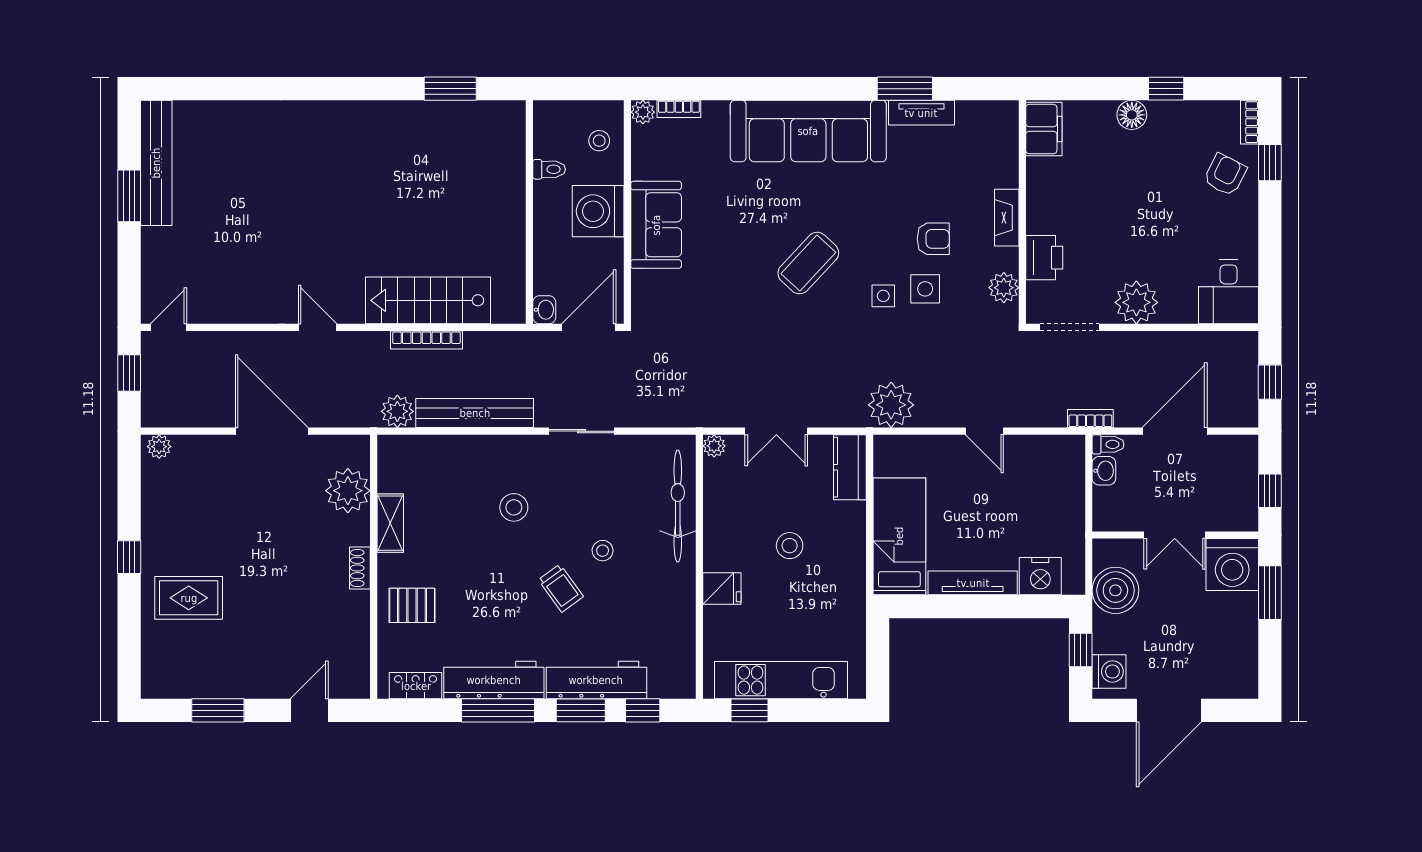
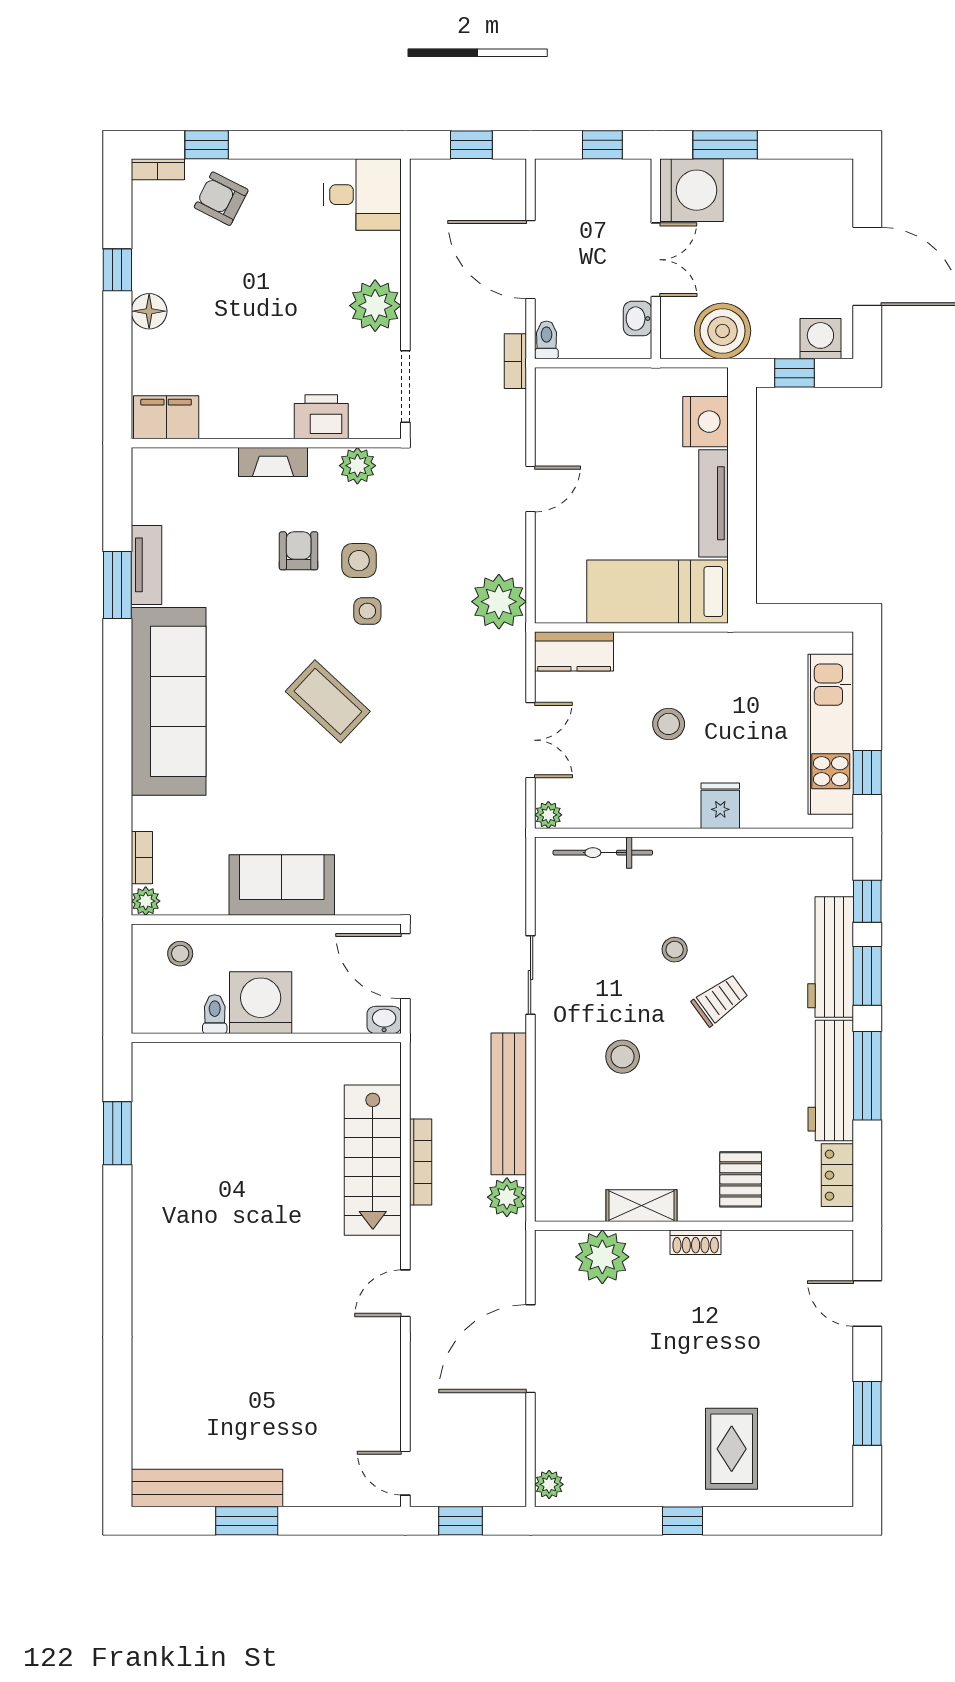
washing machine: (598, 211) -> (261, 1003), moved, turned 180
washbasin: (1104, 471) -> (638, 319), moved, turned -90
bicycle: (678, 506) -> (603, 853), width x0.73, depth x0.71

